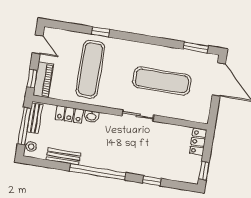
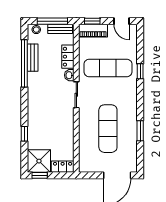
door: (38, 44) -> (121, 21), hinge flipped
window: (196, 47) -> (140, 131), moved
sliding door: (138, 115) -> (76, 95), moved
shower: (187, 169) -> (39, 161), added
window: (98, 172) -> (24, 63), moved

